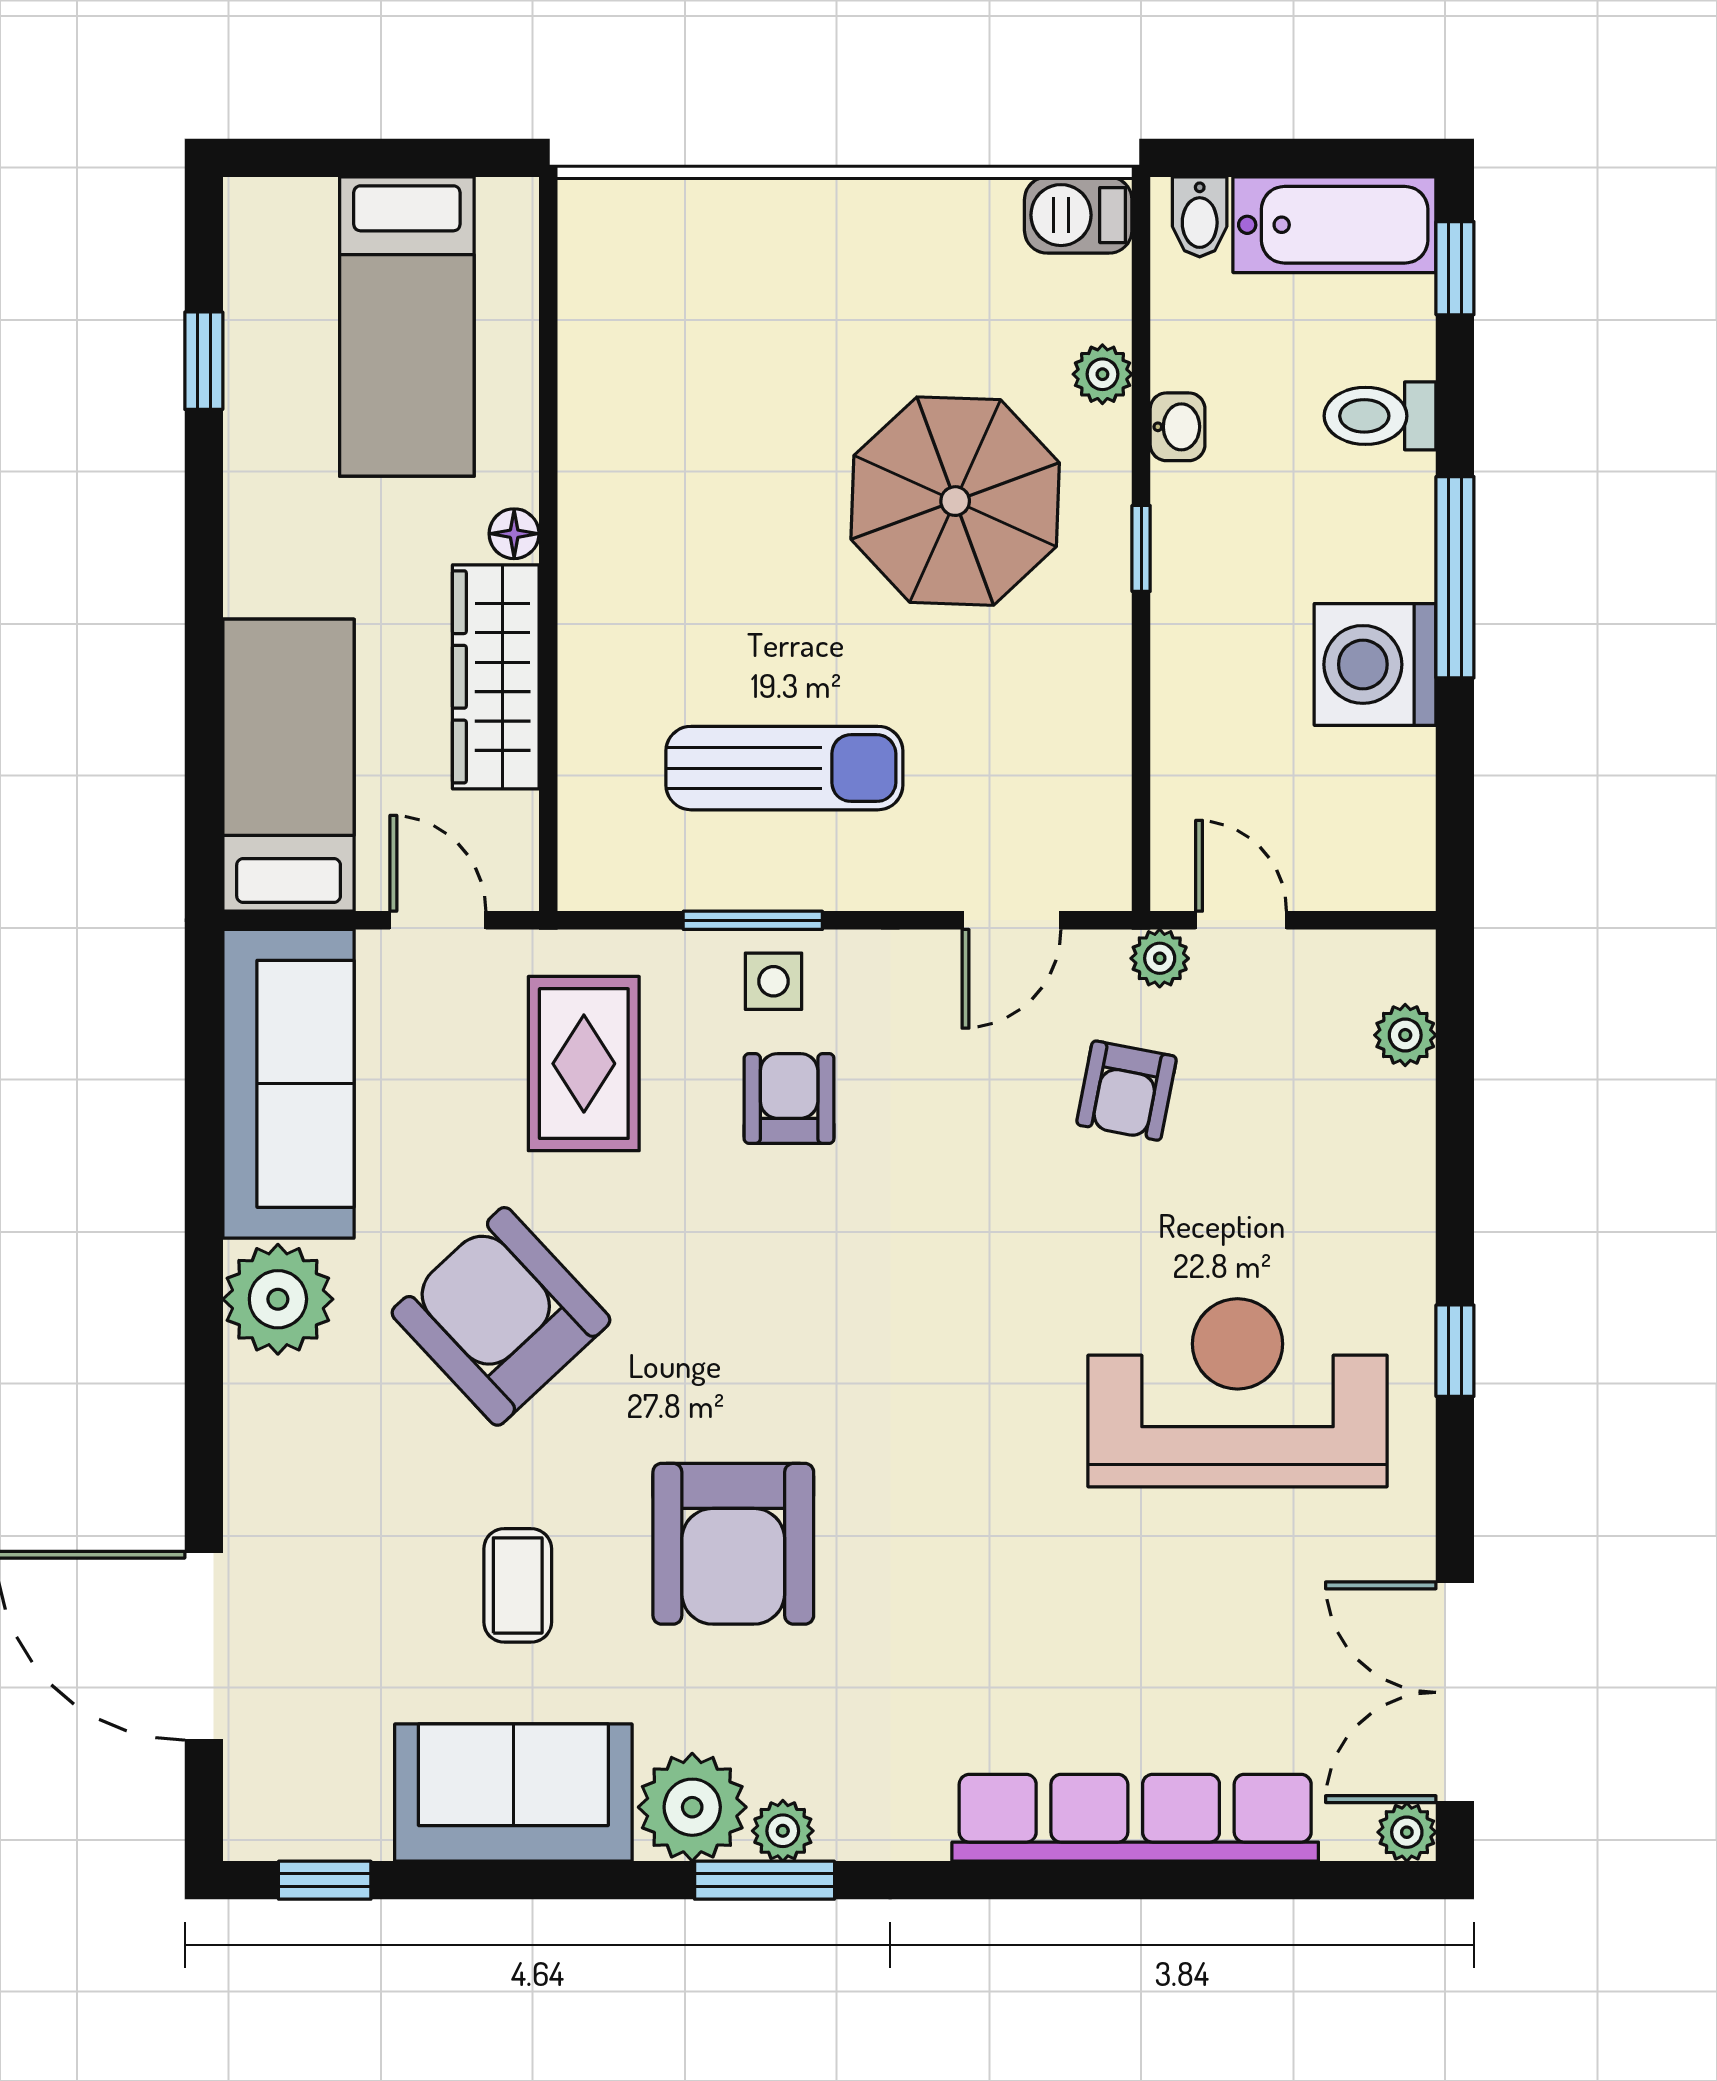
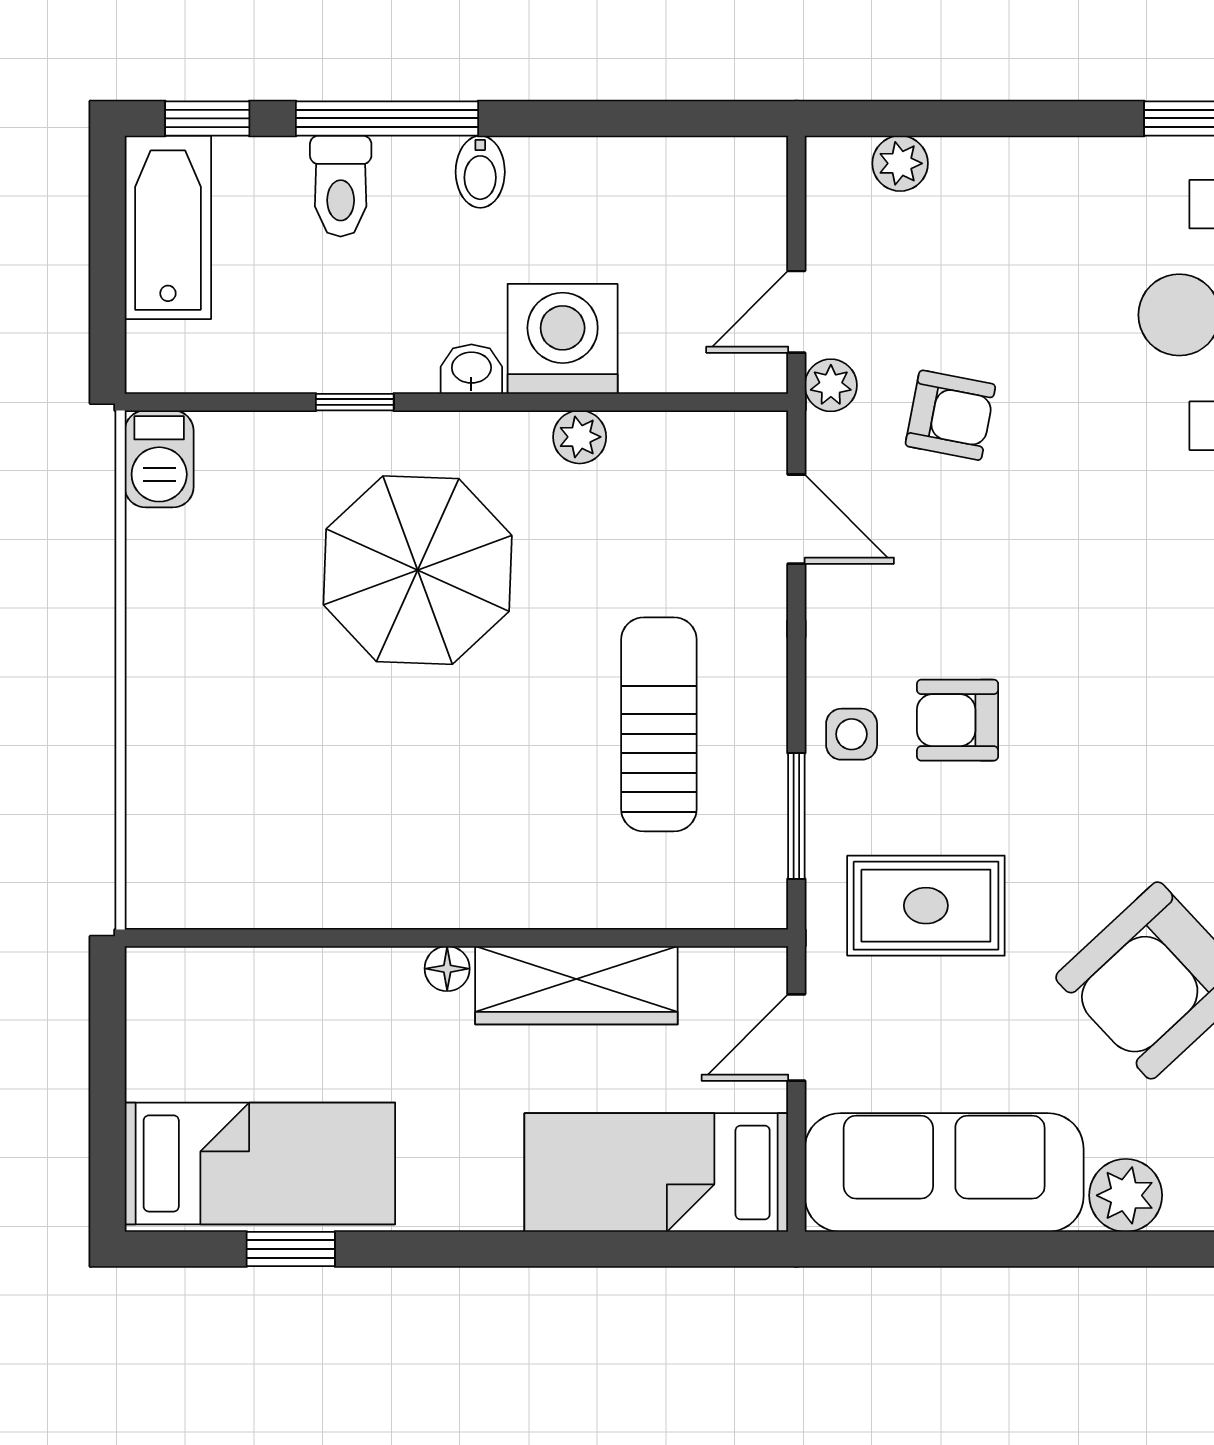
bidet: (1200, 217) -> (480, 172), moved, turned 90
bed: (407, 327) -> (260, 1163), moved
plant: (1102, 374) -> (580, 437), moved
washbasin: (1178, 427) -> (471, 369), moved
window: (1141, 548) -> (355, 402), moved
window: (1455, 577) -> (387, 118), moved
washing machine: (1375, 664) -> (563, 339), moved, turned 180
window: (753, 920) -> (796, 816), moved
plant: (278, 1299) -> (1126, 1195), width x0.73, depth x0.73

